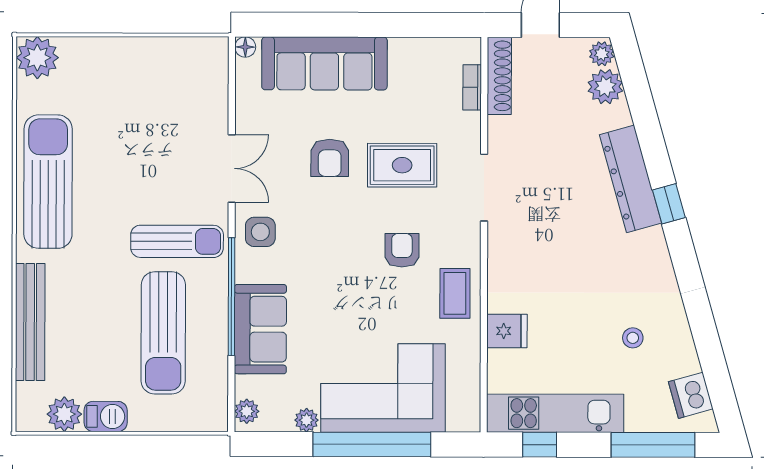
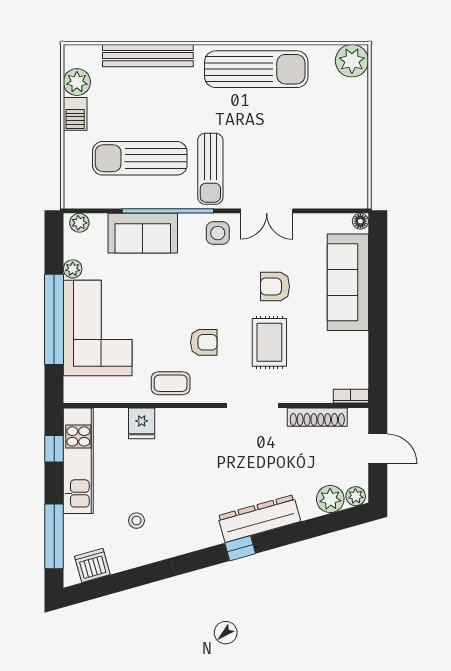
shoe rack: (499, 76) -> (317, 417), moved
bookcase: (472, 87) -> (351, 396), moved

